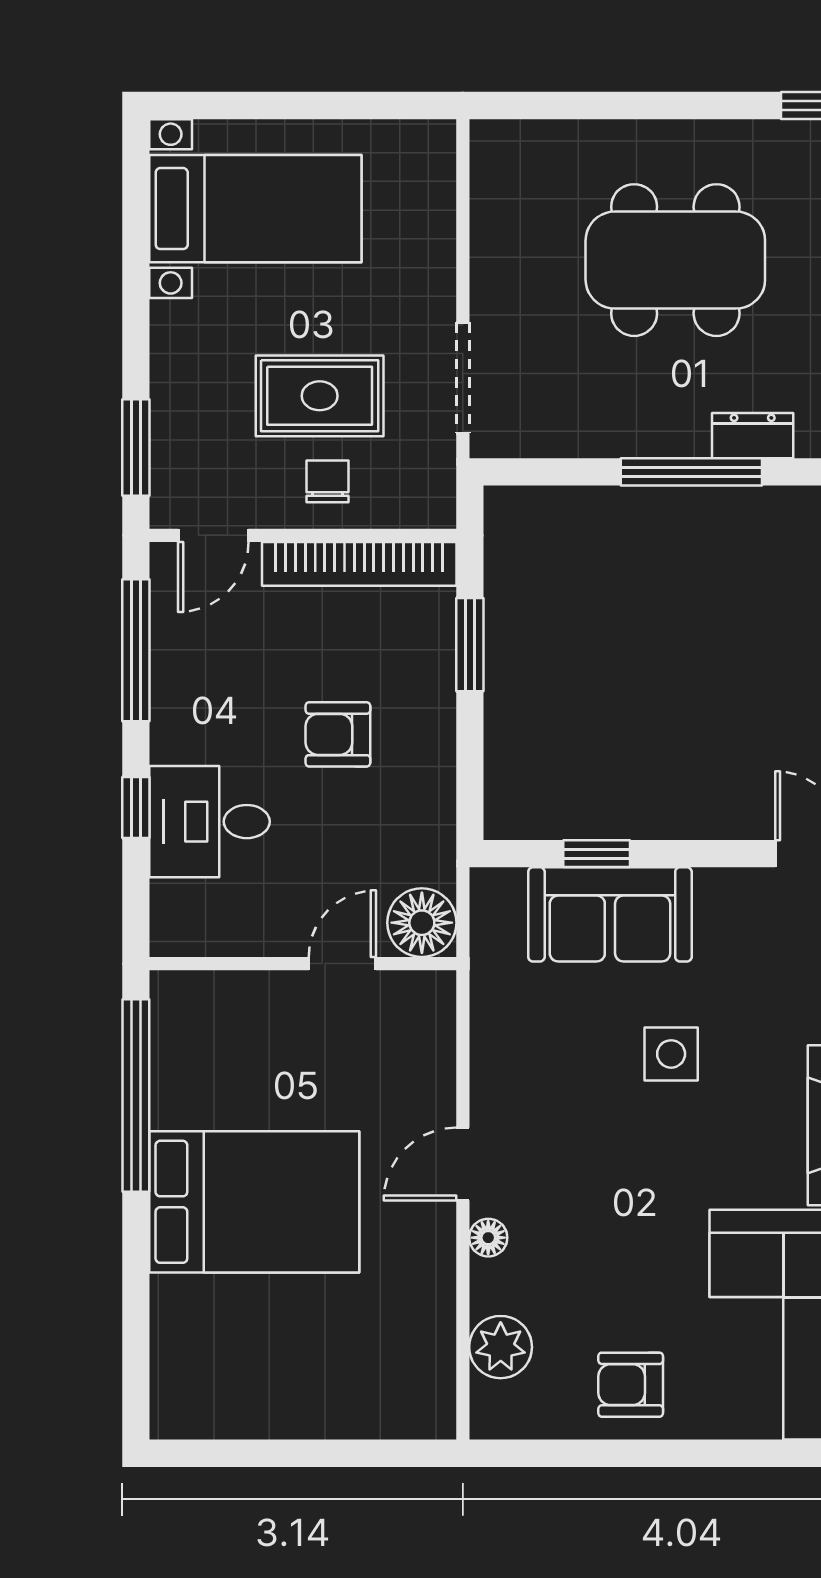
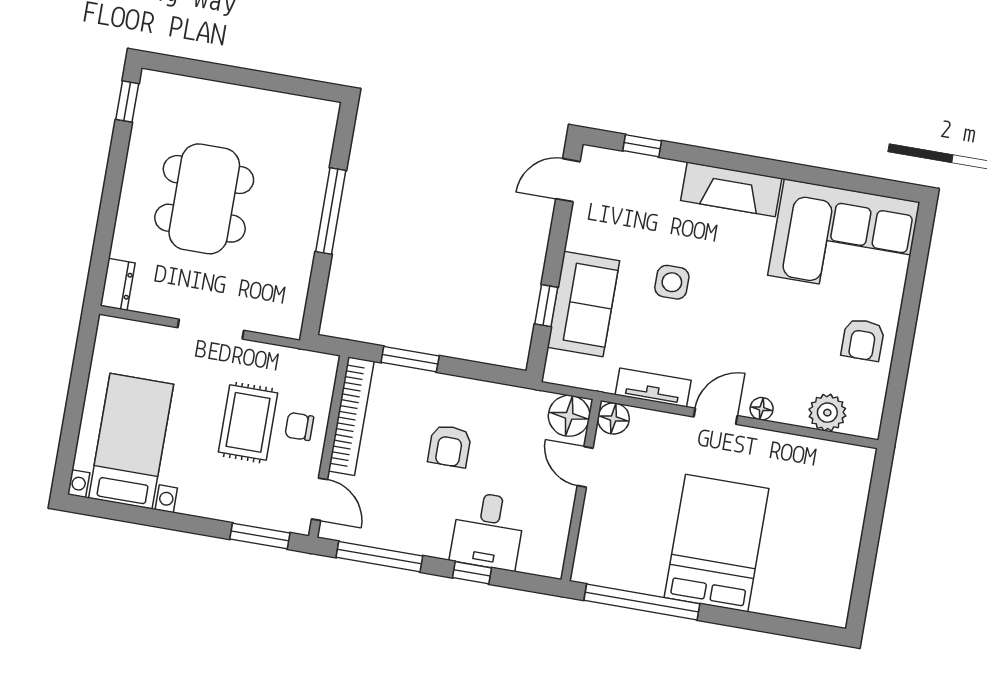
doorway: (463, 378) -> (211, 329), moved
dresser: (753, 436) -> (118, 284), moved, turned 180
floor lamp: (430, 996) -> (613, 418), added
tv unit: (492, 1053) -> (653, 388), added
door: (463, 1164) -> (716, 416), swing flipped

